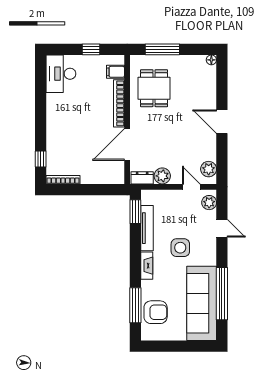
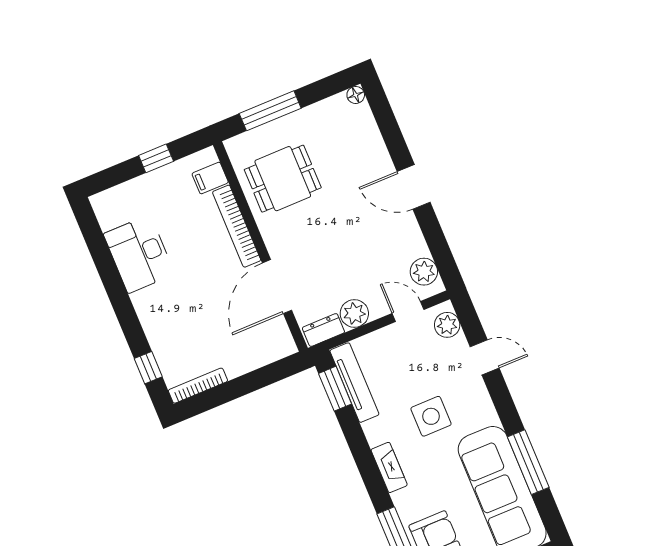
desk: (61, 74) -> (139, 254), moved
dining table: (154, 88) -> (283, 179), turned 90
tv unit: (147, 228) -> (354, 383), moved
window: (222, 294) -> (528, 462), width x0.68

